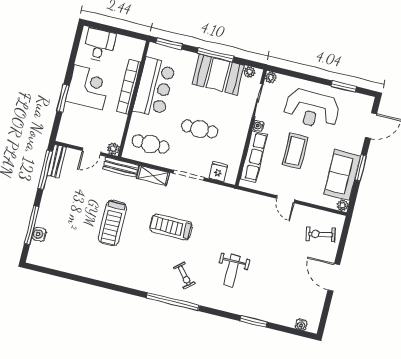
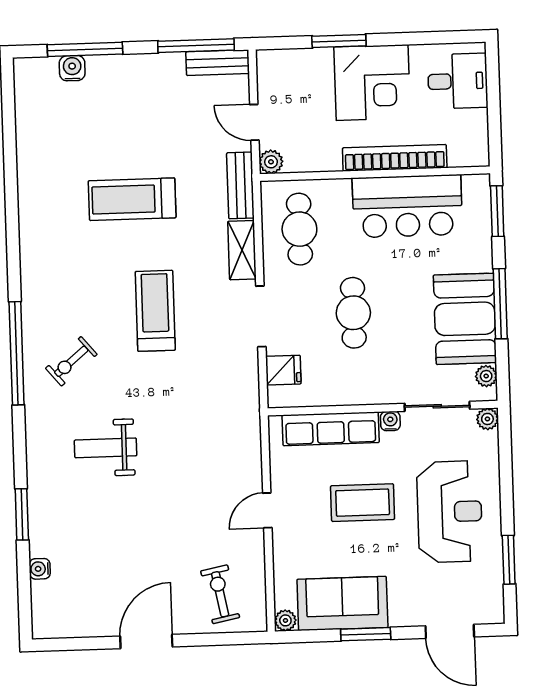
reception desk: (312, 109) -> (450, 512), turned 180
water cooler: (301, 325) -> (40, 569), moved

